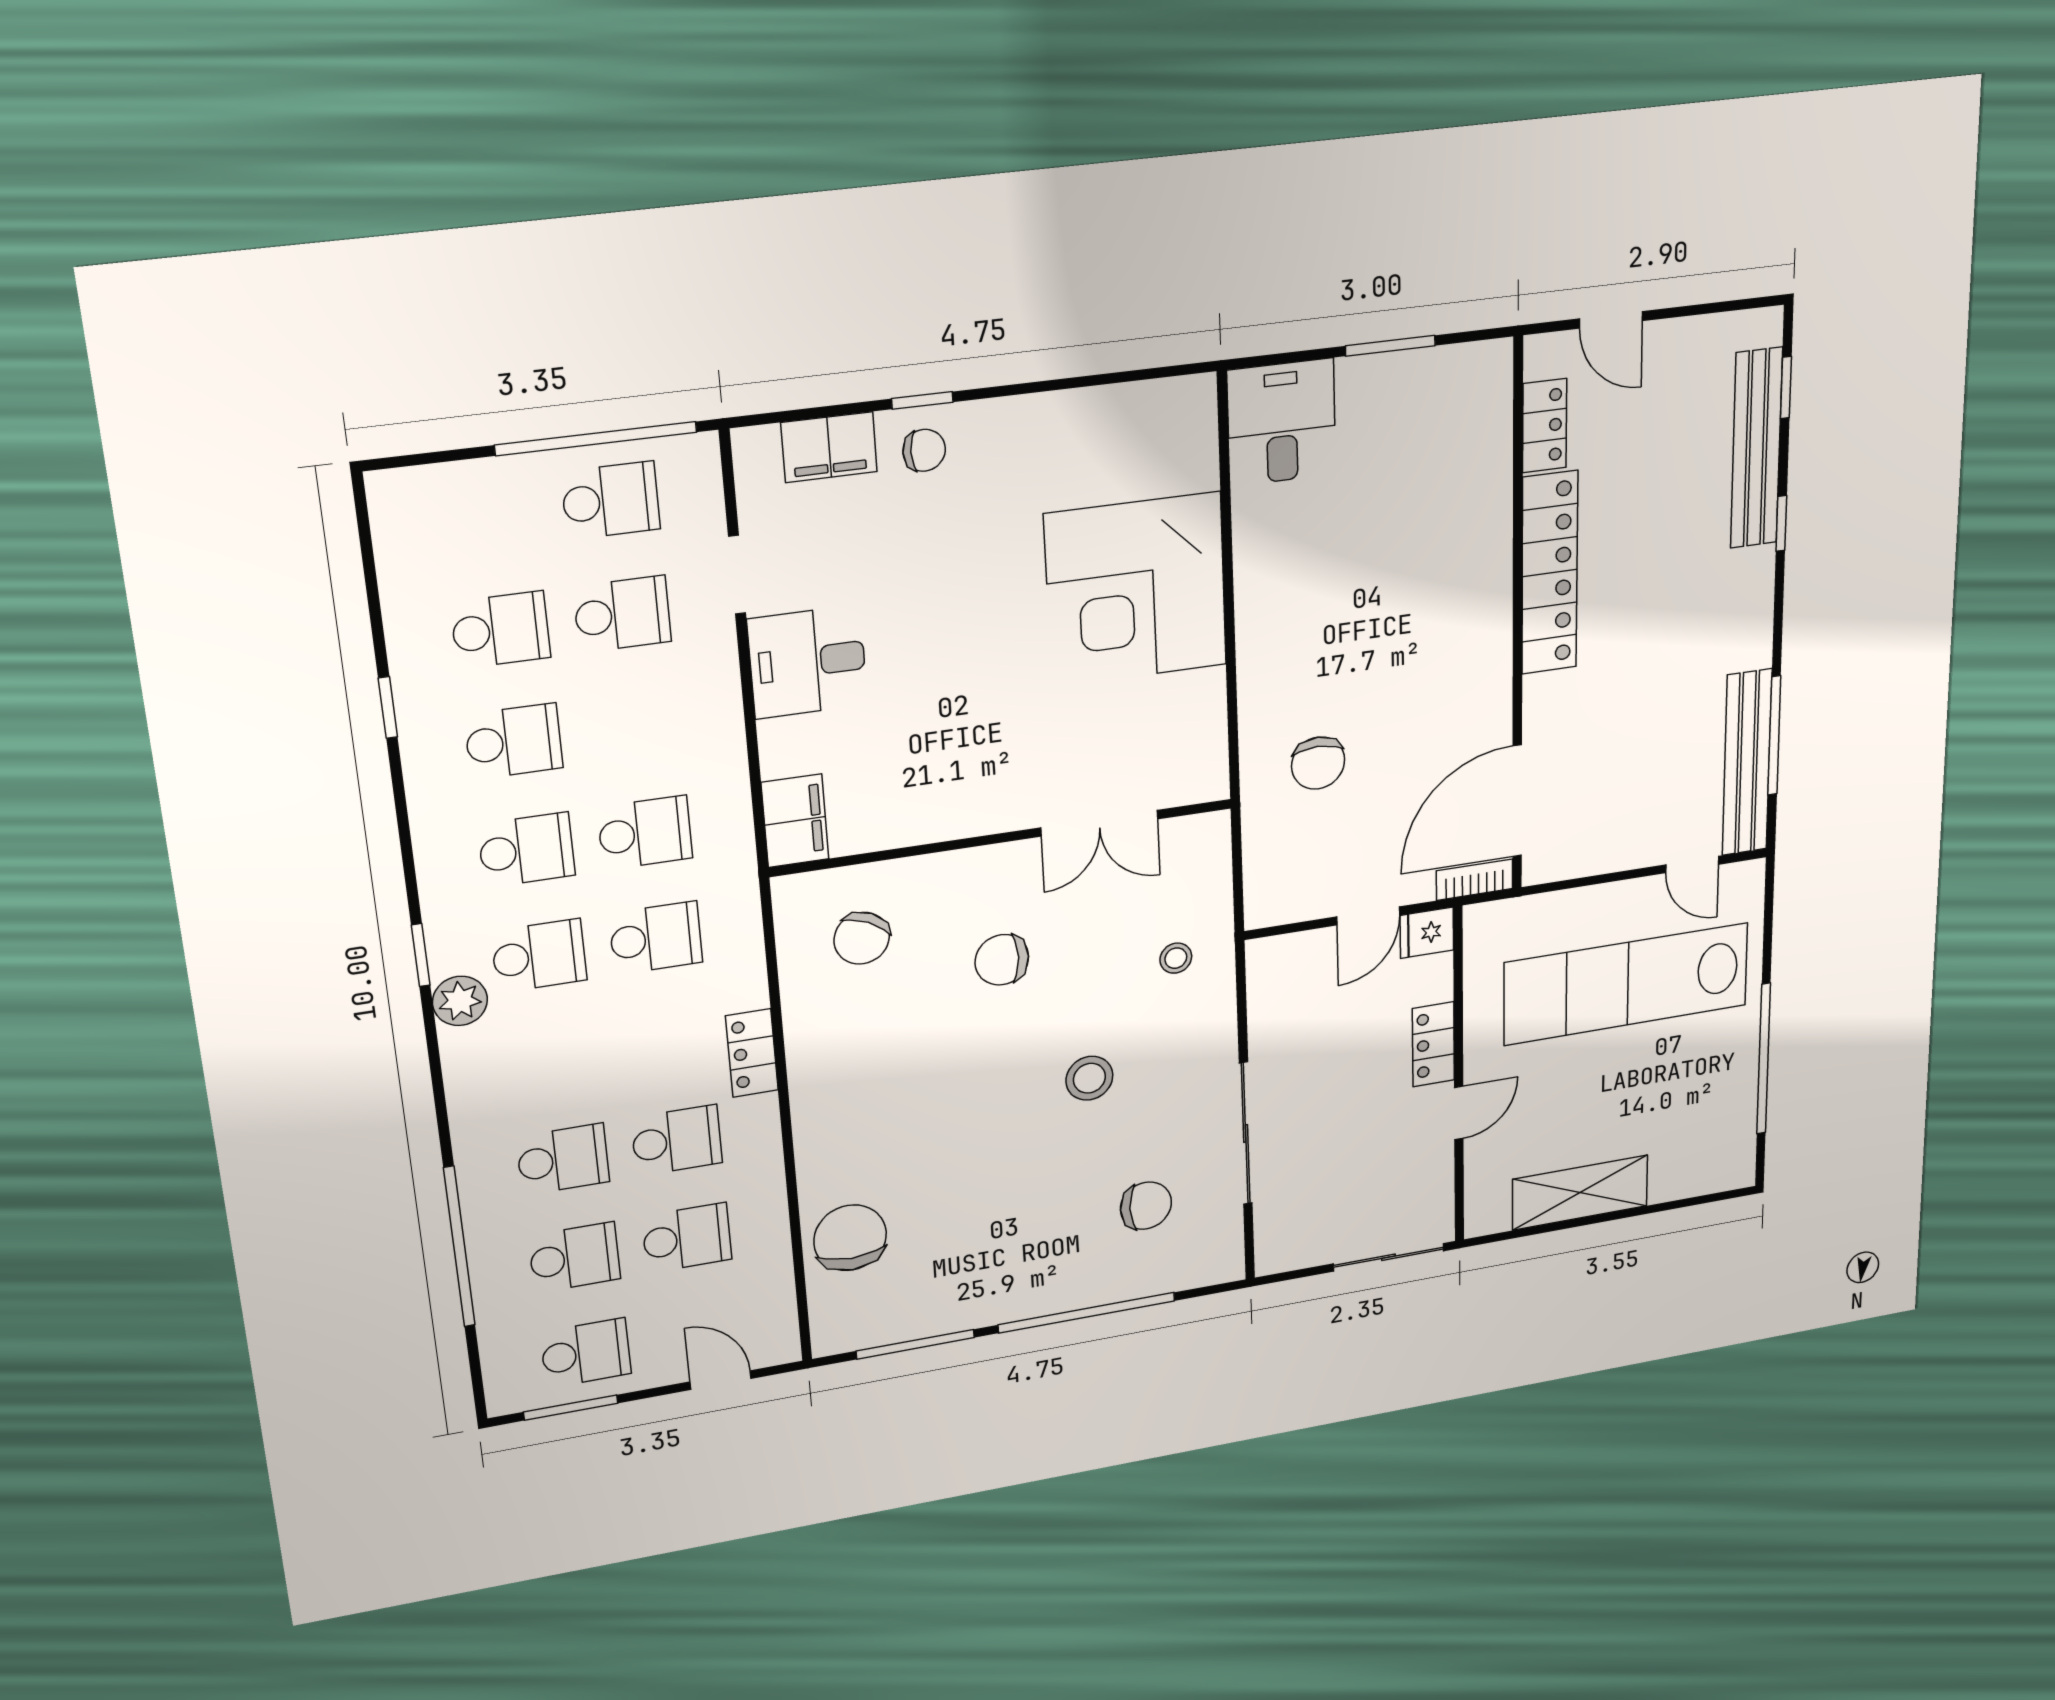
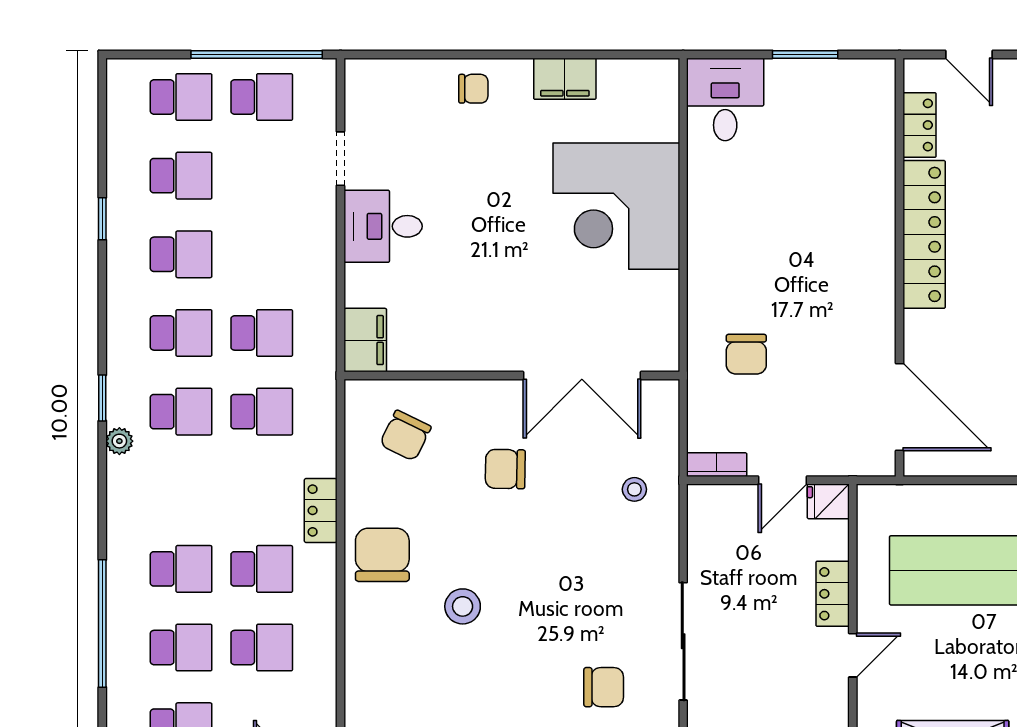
window: (922, 400) -> (474, 54), removed
filing cabinet: (829, 447) -> (565, 79), moved
school desk: (622, 614) -> (181, 97), moved
door: (1517, 801) -> (900, 407), swing flipped
double door: (1099, 823) -> (582, 376), width x1.37
bookcase: (1475, 880) -> (717, 465), moved
plant: (460, 1001) -> (119, 441), width x0.73, depth x0.73
stool: (1089, 1078) -> (463, 606), moved
chair: (850, 1238) -> (382, 555), moved

